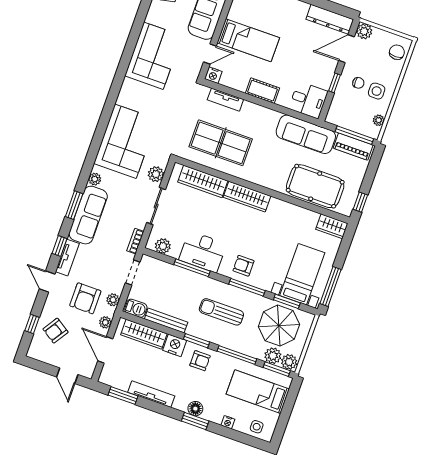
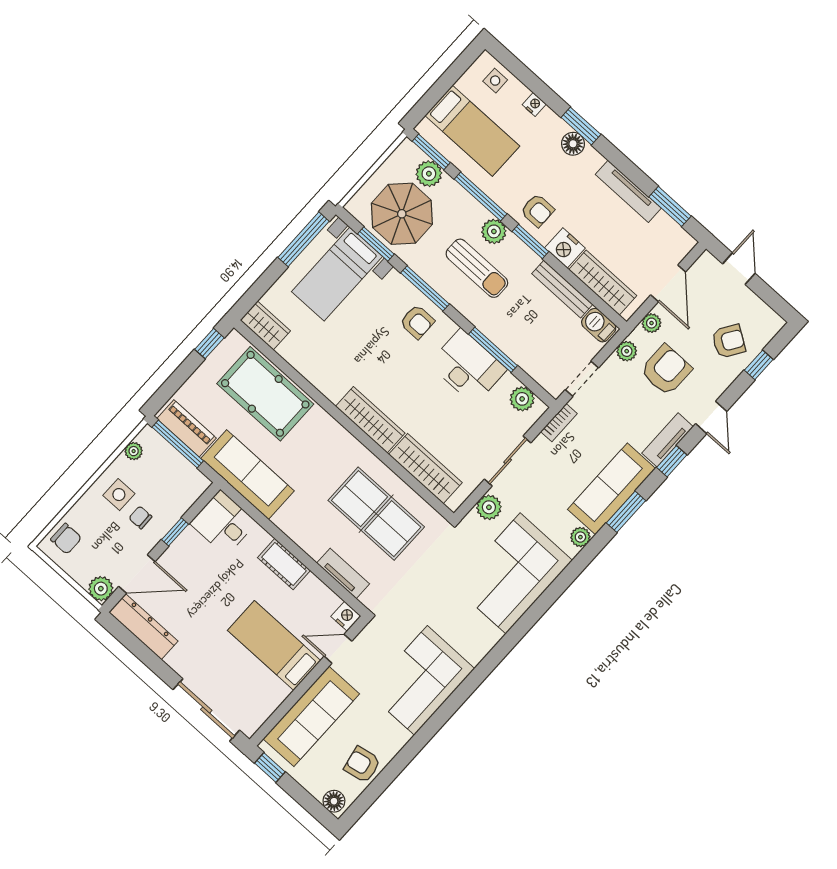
chair: (397, 52) -> (66, 539), turned -90
armchair: (200, 361) -> (537, 210), turned 180
plant: (289, 362) -> (494, 231), moved

